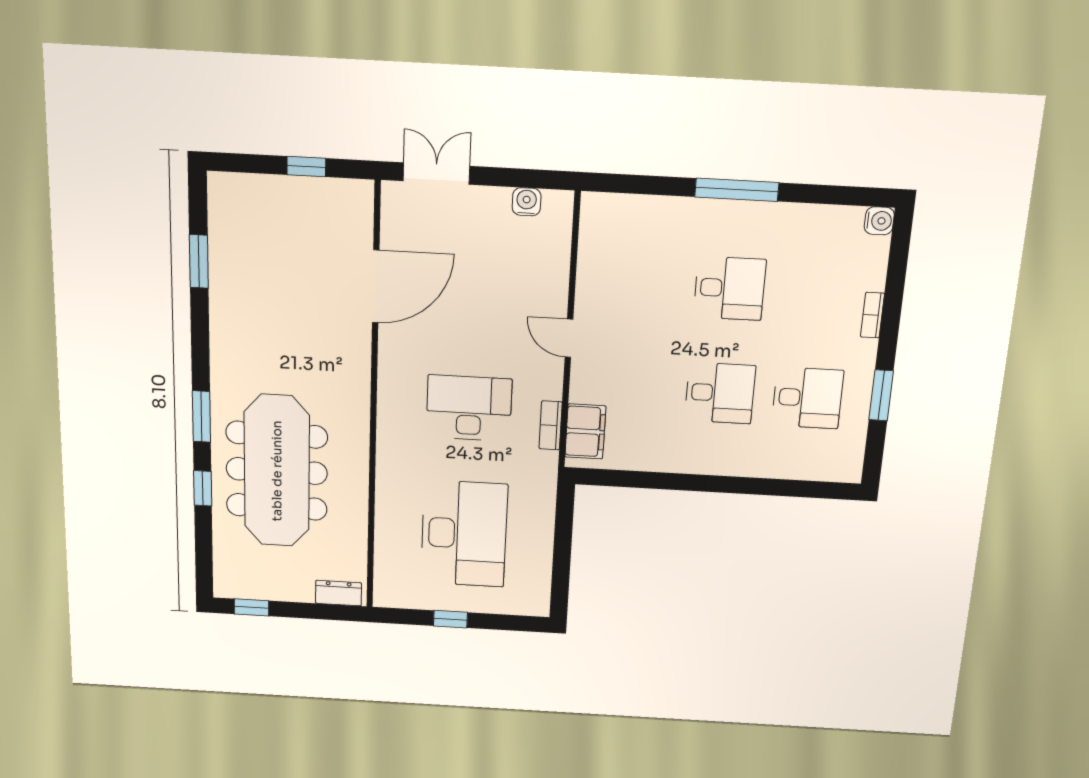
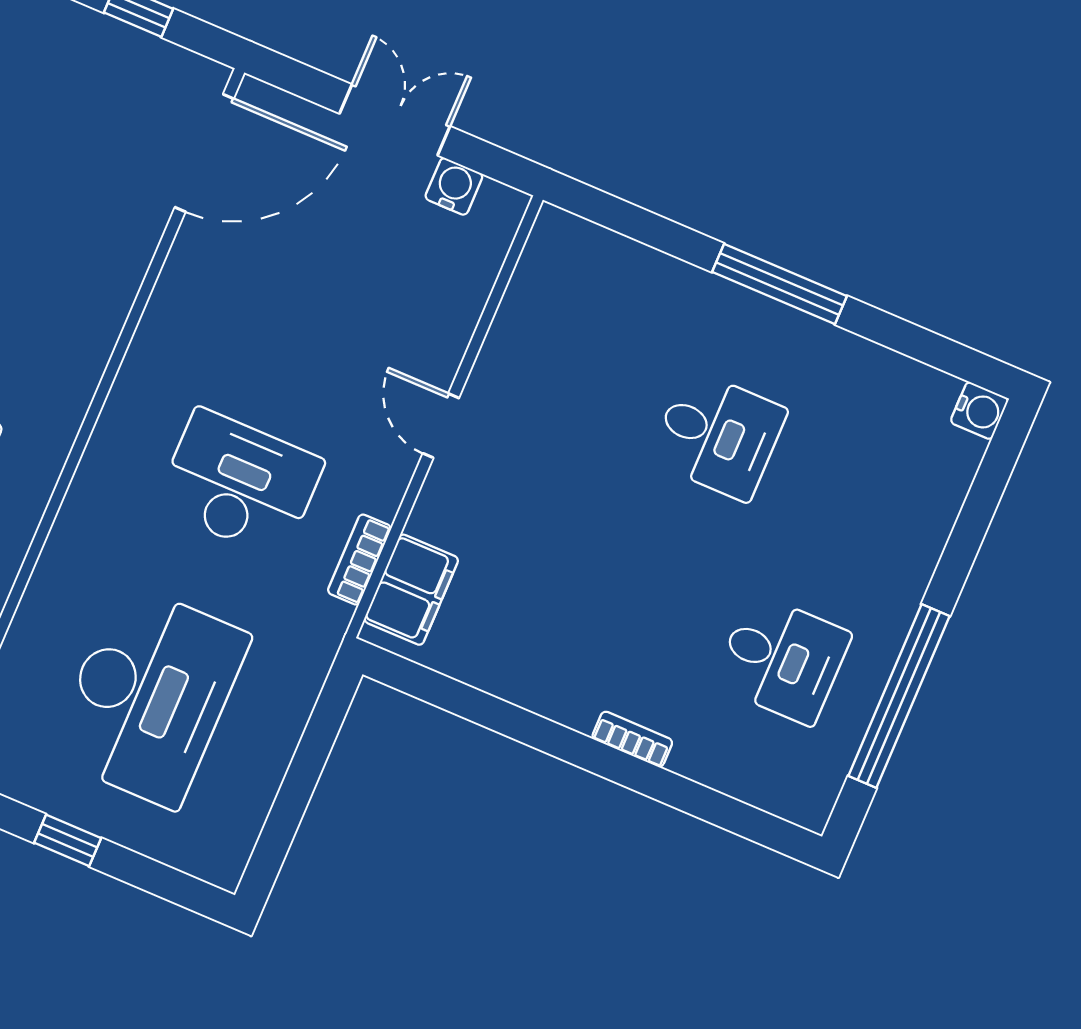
double door: (436, 174) -> (395, 120), moved
door: (376, 286) -> (204, 153), moved
bookcase: (872, 315) -> (632, 739), moved, turned 90
desk: (720, 393) -> (647, 601), removed
window: (881, 395) -> (899, 696), width x2.11

